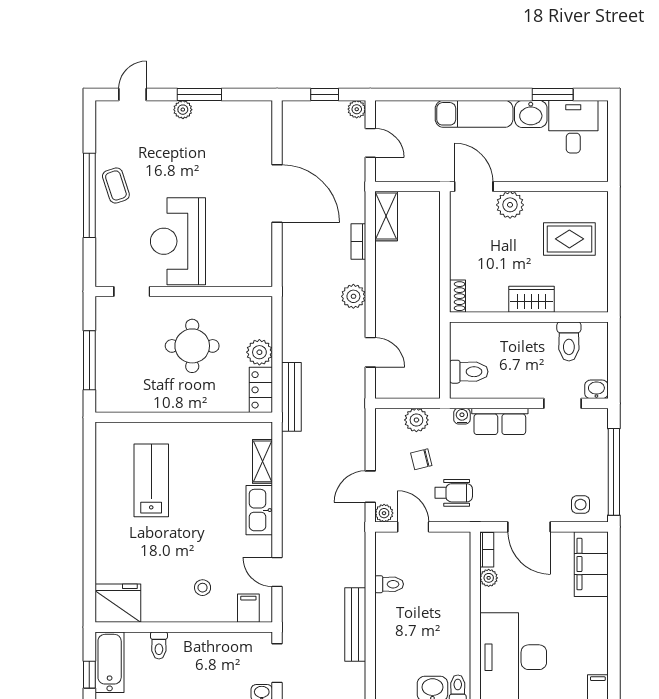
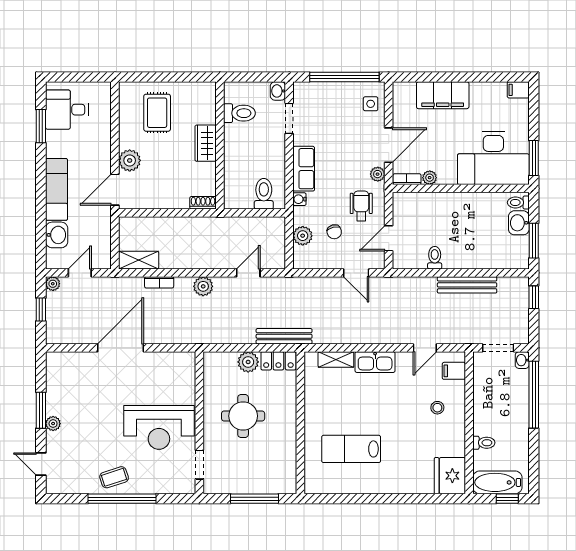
washbasin: (531, 114) -> (57, 235), moved
plant: (384, 513) -> (378, 174), moved
filing cabinet: (591, 564) -> (443, 95), moved

